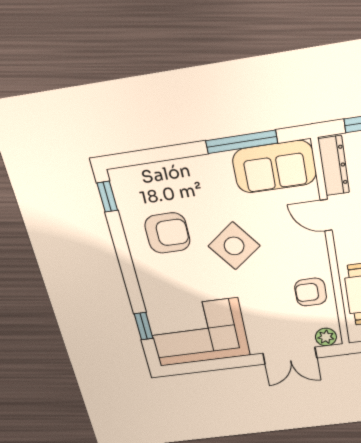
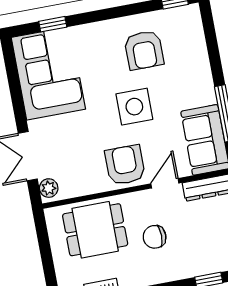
side table: (234, 246) -> (134, 107), turned 37
armchair: (311, 292) -> (125, 165), moved, width x1.38, depth x1.38

